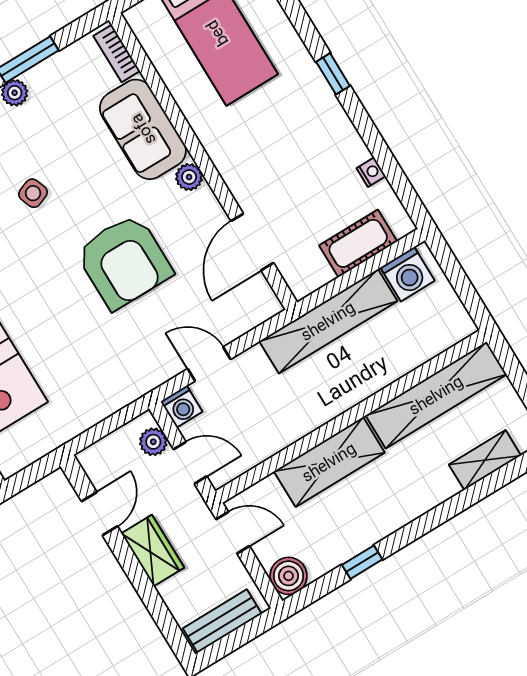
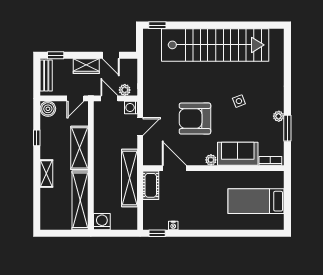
window: (333, 74) -> (157, 233), moved
cot: (358, 243) -> (151, 185), moved
washing machine: (407, 274) -> (102, 222), moved, turned 90
shelving: (485, 460) -> (46, 174), moved
door: (190, 463) -> (109, 98), swing flipped
window: (169, 627) -> (56, 55), added

